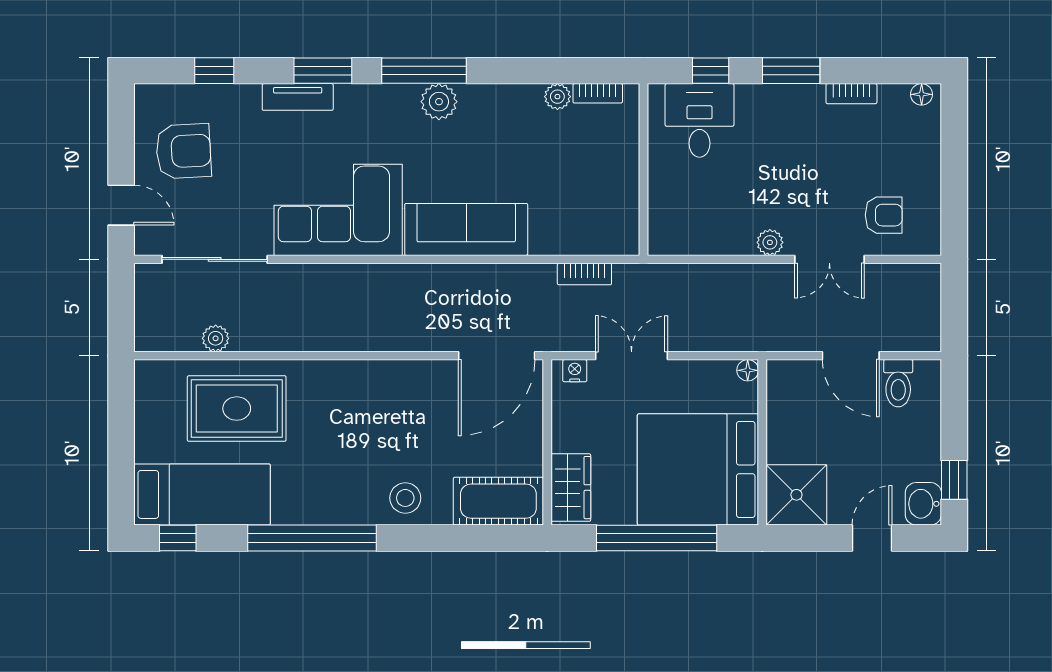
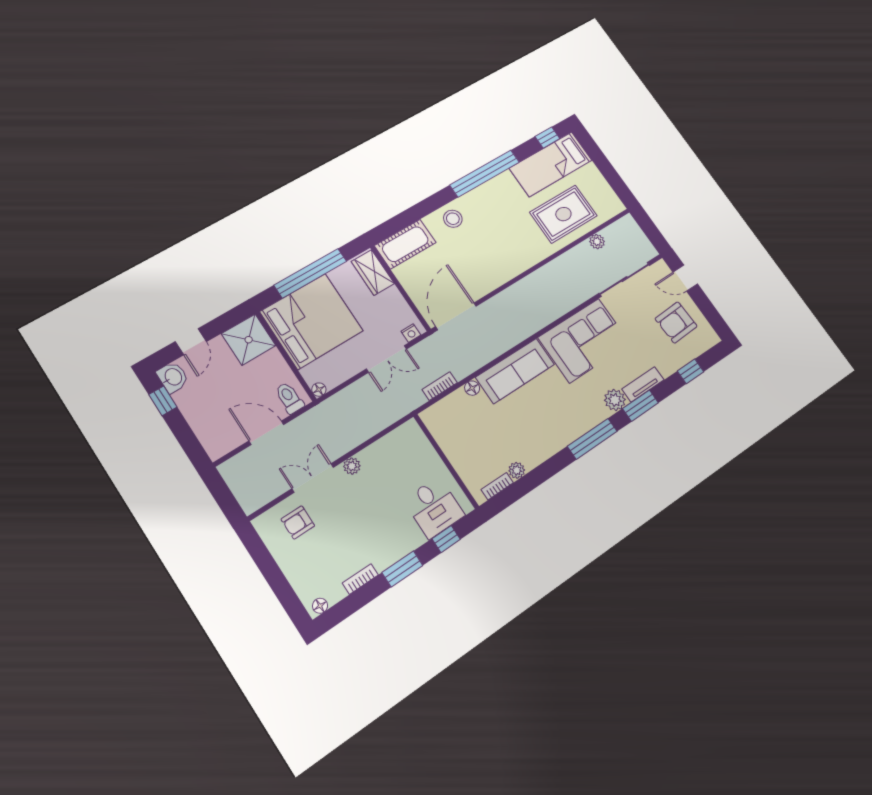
plant: (439, 102) -> (615, 400), moved
floor lamp: (542, 244) -> (472, 388), added
toilet: (898, 383) -> (289, 398), moved

